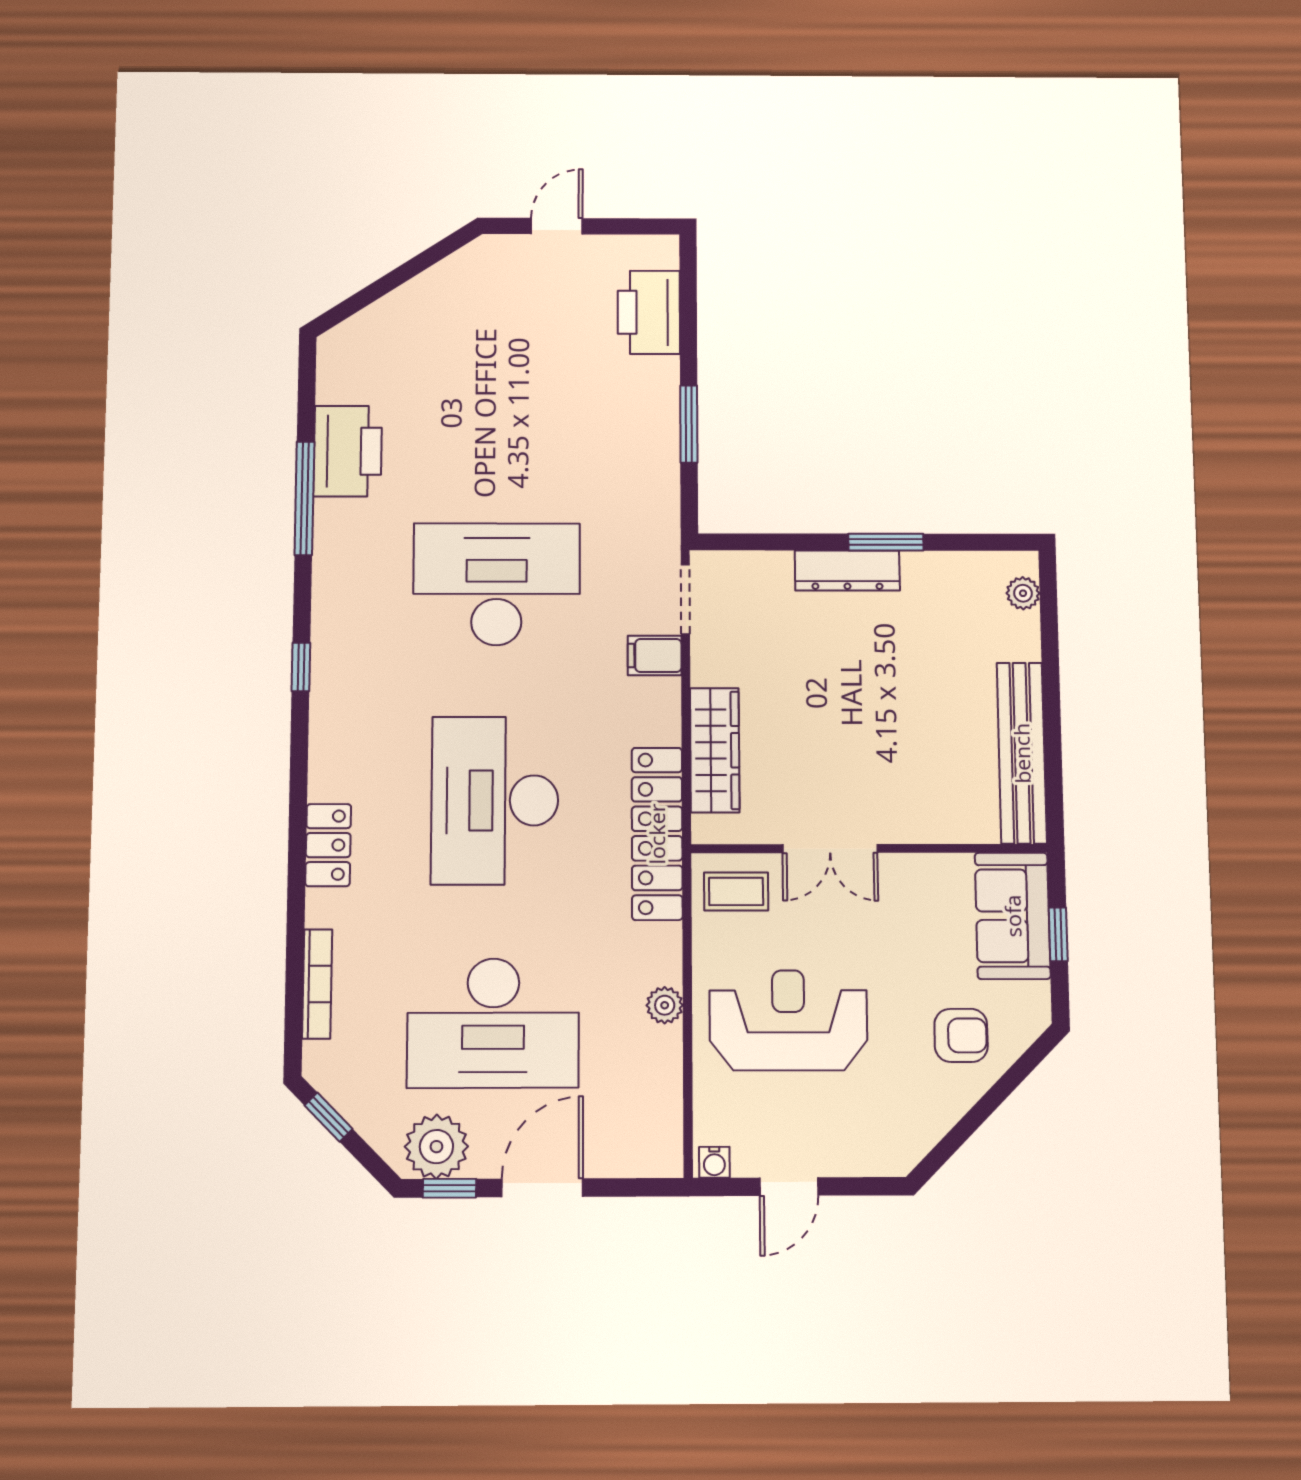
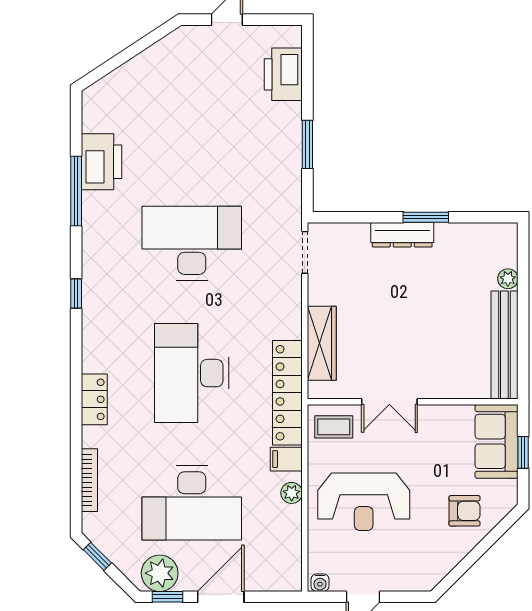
plant: (1023, 593) -> (508, 279), moved
filing cabinet: (655, 655) -> (286, 459), moved
reception desk: (788, 1020) -> (364, 502), turned 180

